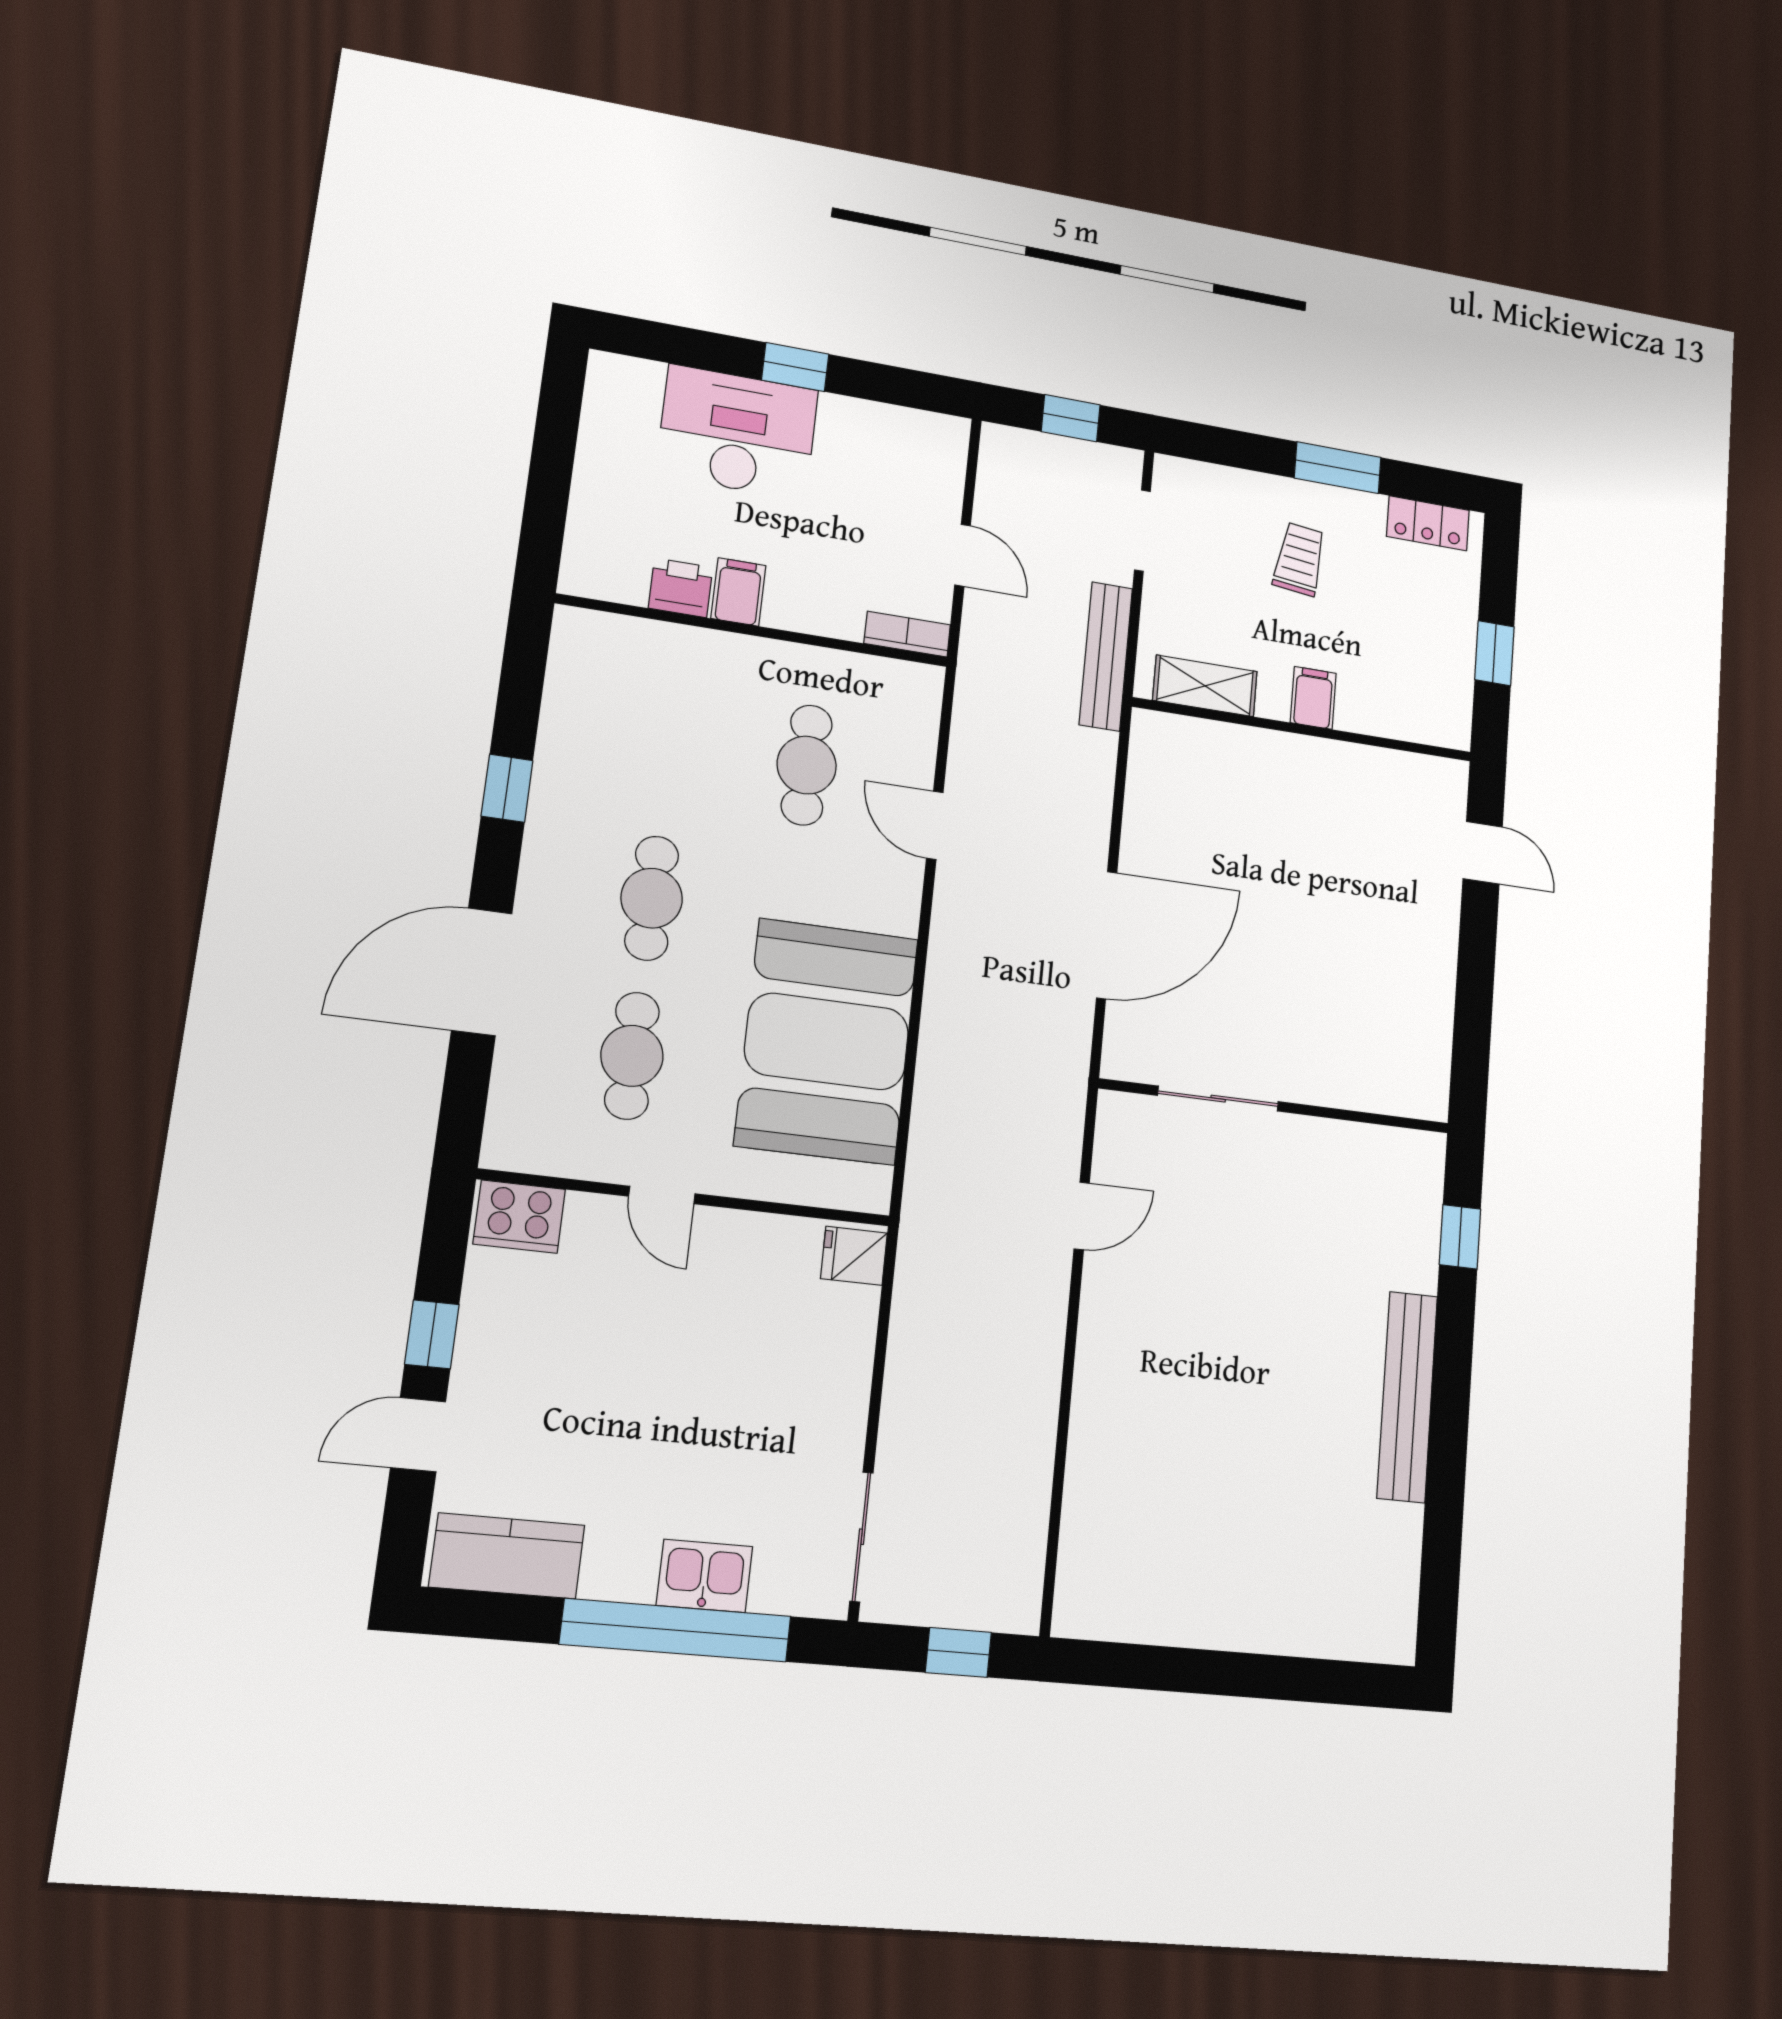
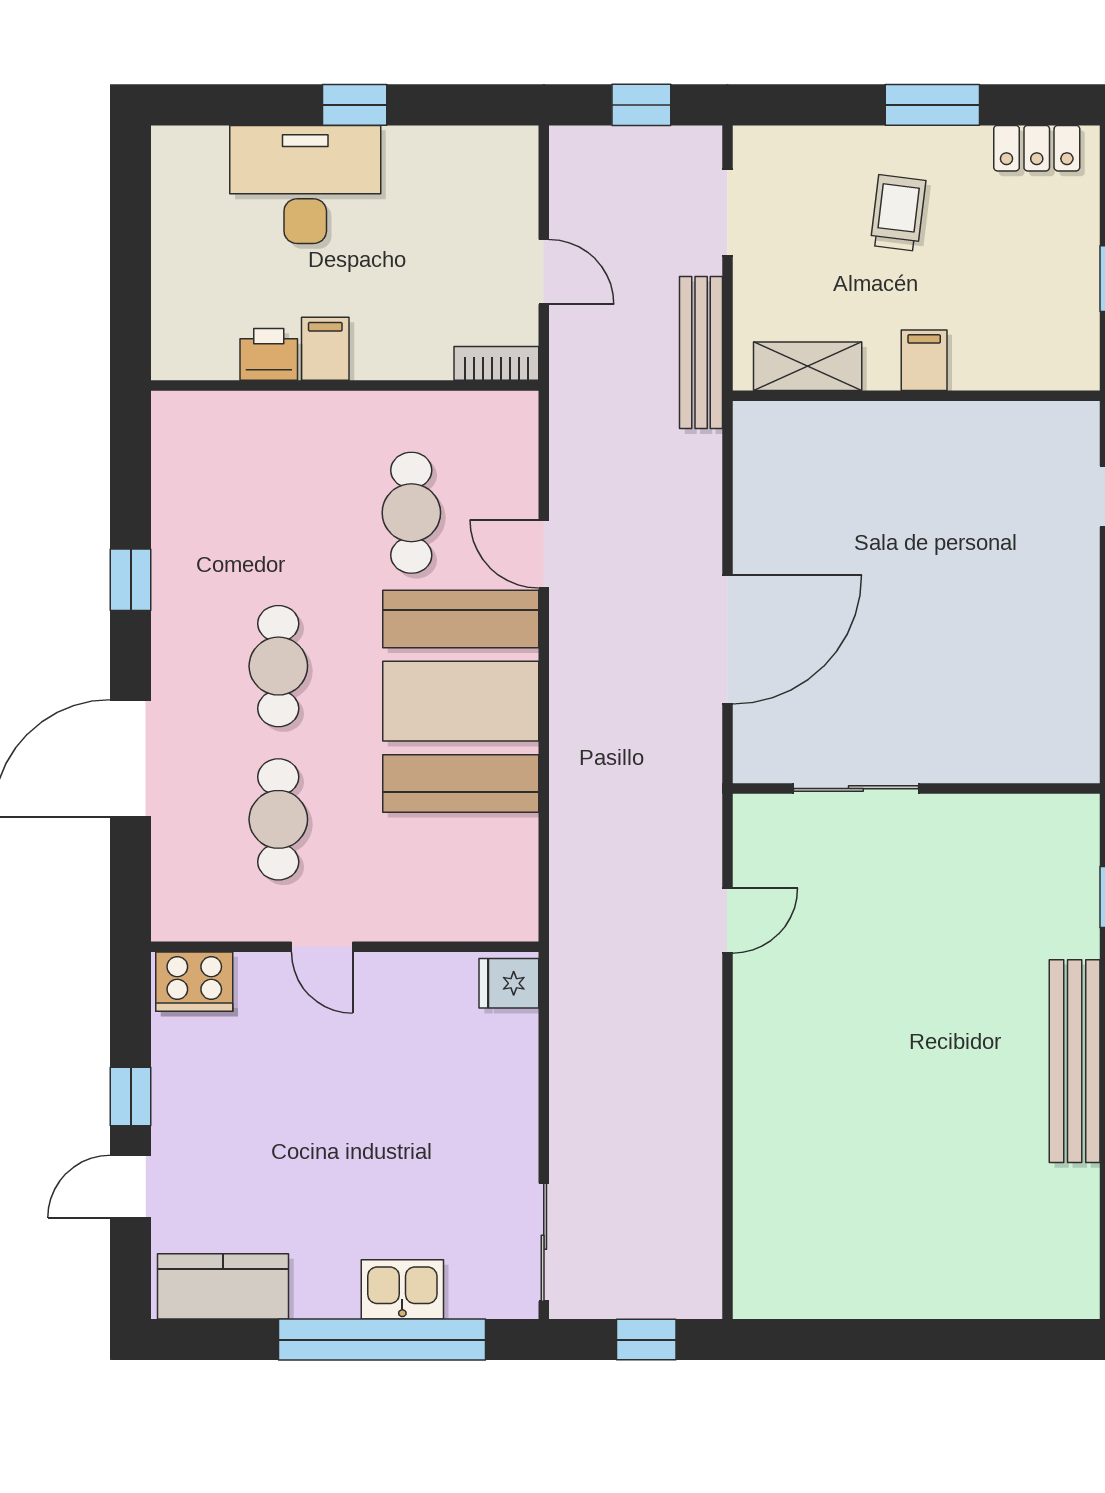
booth: (827, 1041) -> (461, 701), moved

